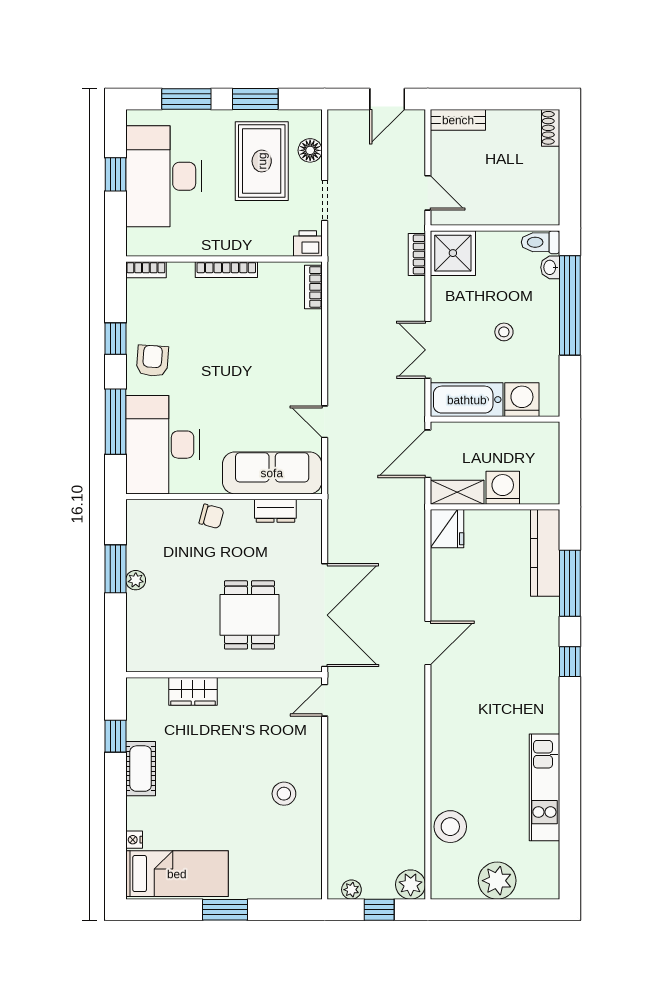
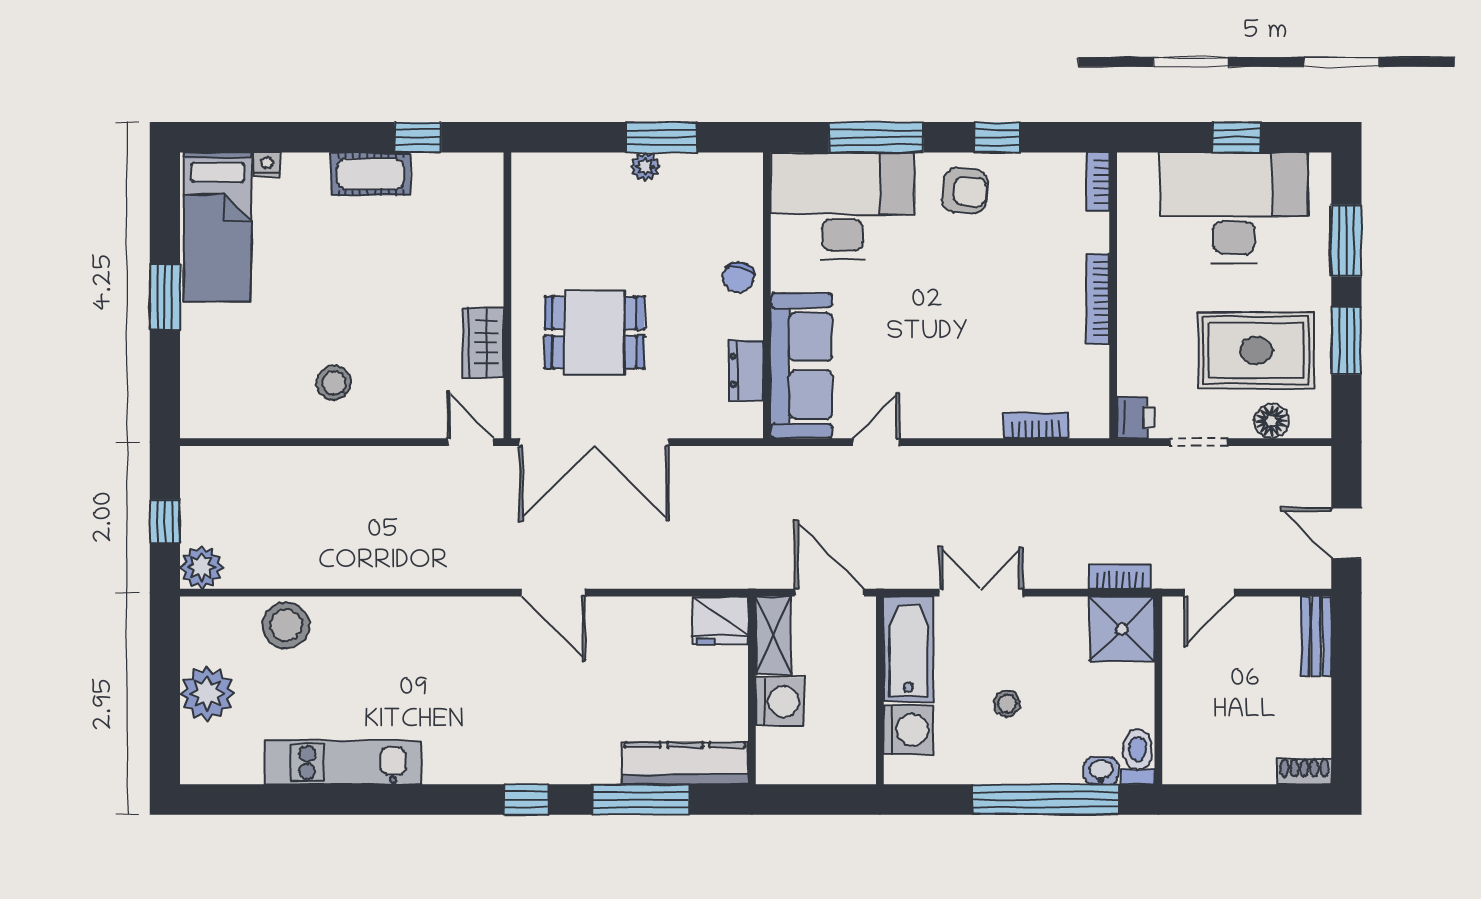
bookcase: (313, 287) -> (1036, 426), moved
wardrobe: (193, 691) -> (483, 343), moved
plant: (351, 890) -> (194, 481), removed

